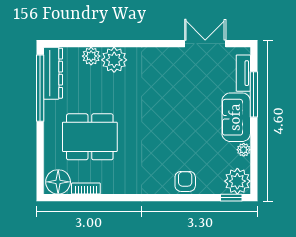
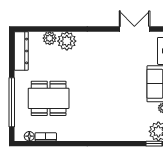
window: (40, 88) -> (12, 102), moved
armchair: (185, 181) -> (120, 132), removed
floor lamp: (58, 182) -> (29, 136), width x0.53, depth x0.53

